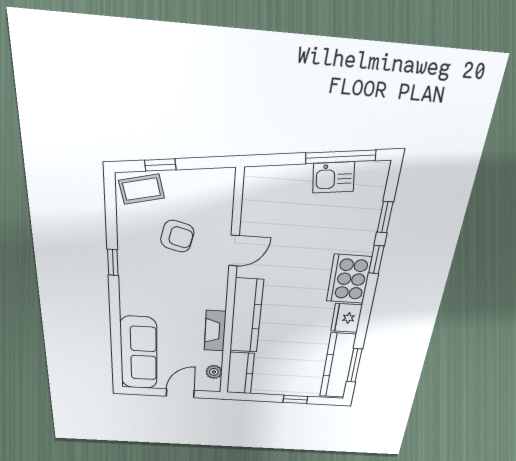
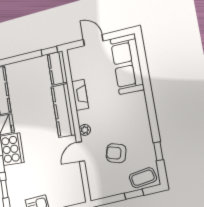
window: (113, 262) -> (158, 151), moved
plant: (214, 372) -> (85, 130), moved
door: (180, 393) -> (93, 40), swing flipped
window: (295, 399) -> (49, 51), moved

